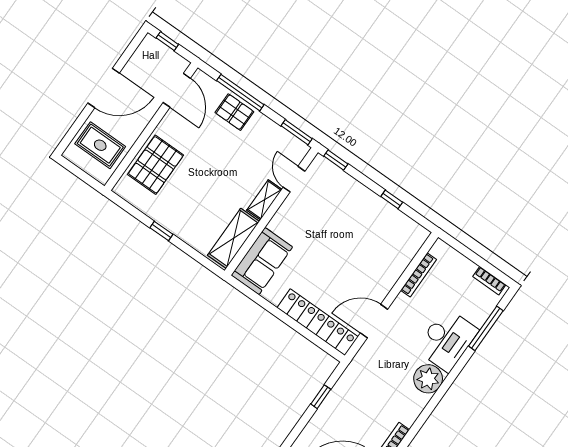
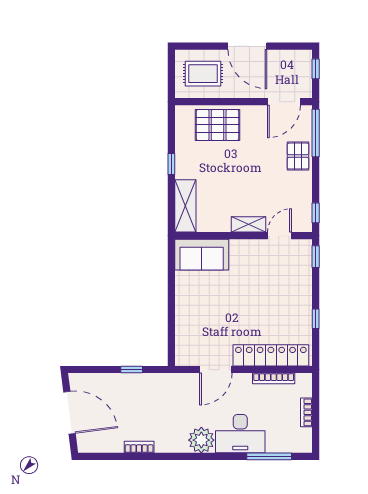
window: (240, 93) -> (316, 133), moved
window: (297, 132) -> (316, 213), width x0.67
rug: (100, 145) -> (203, 74), turned 90
shelving: (234, 238) -> (185, 206), moved, turned 90
bookcase: (489, 281) -> (306, 412), moved
door: (374, 321) -> (216, 370), swing flipped
locker: (318, 322) -> (271, 355), moved, turned -90

